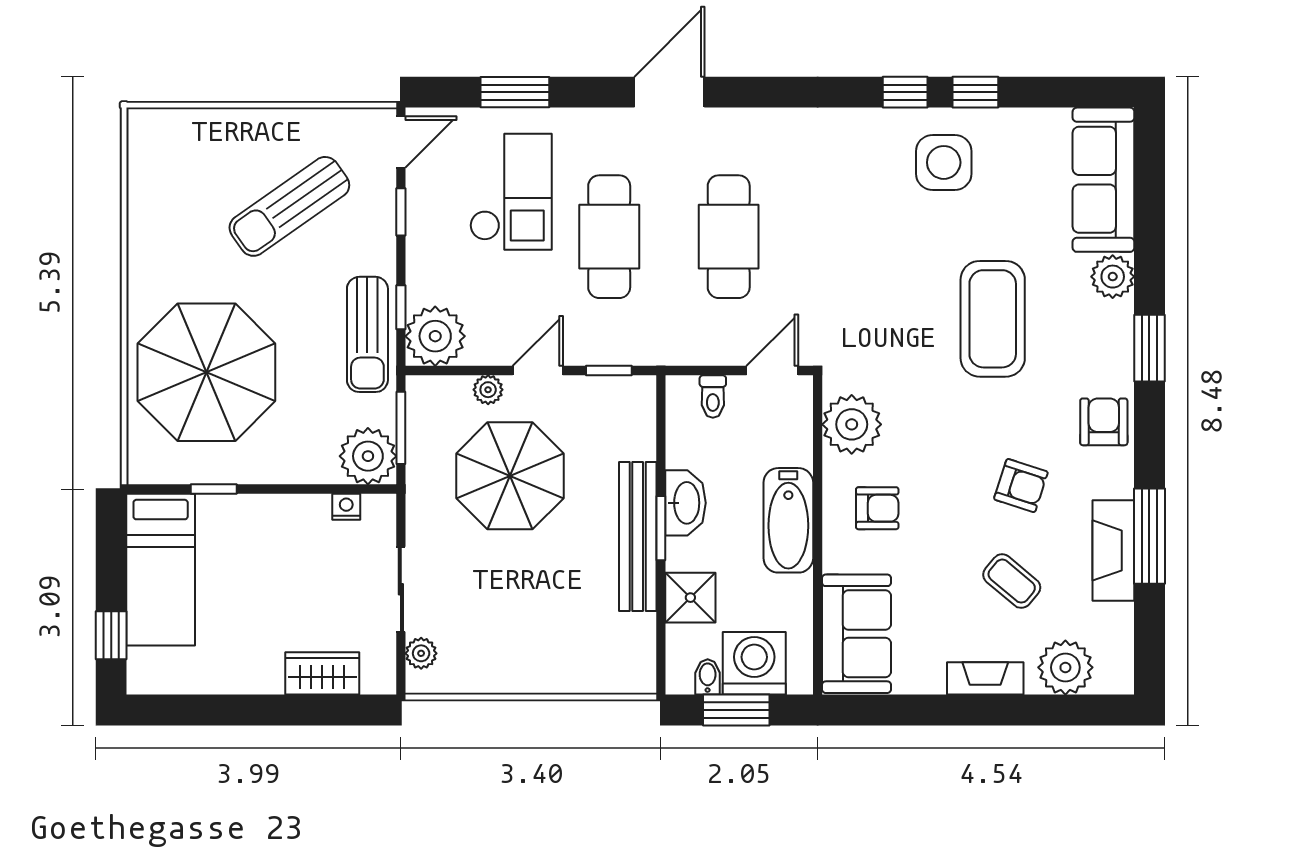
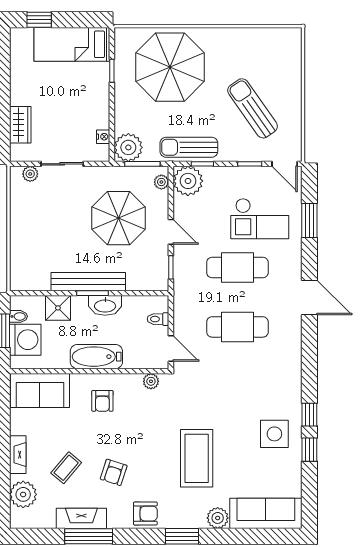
coffee table: (993, 319) -> (197, 458), turned 90
plant: (488, 390) -> (161, 182), moved
plant: (852, 424) -> (151, 381), width x0.53, depth x0.53

